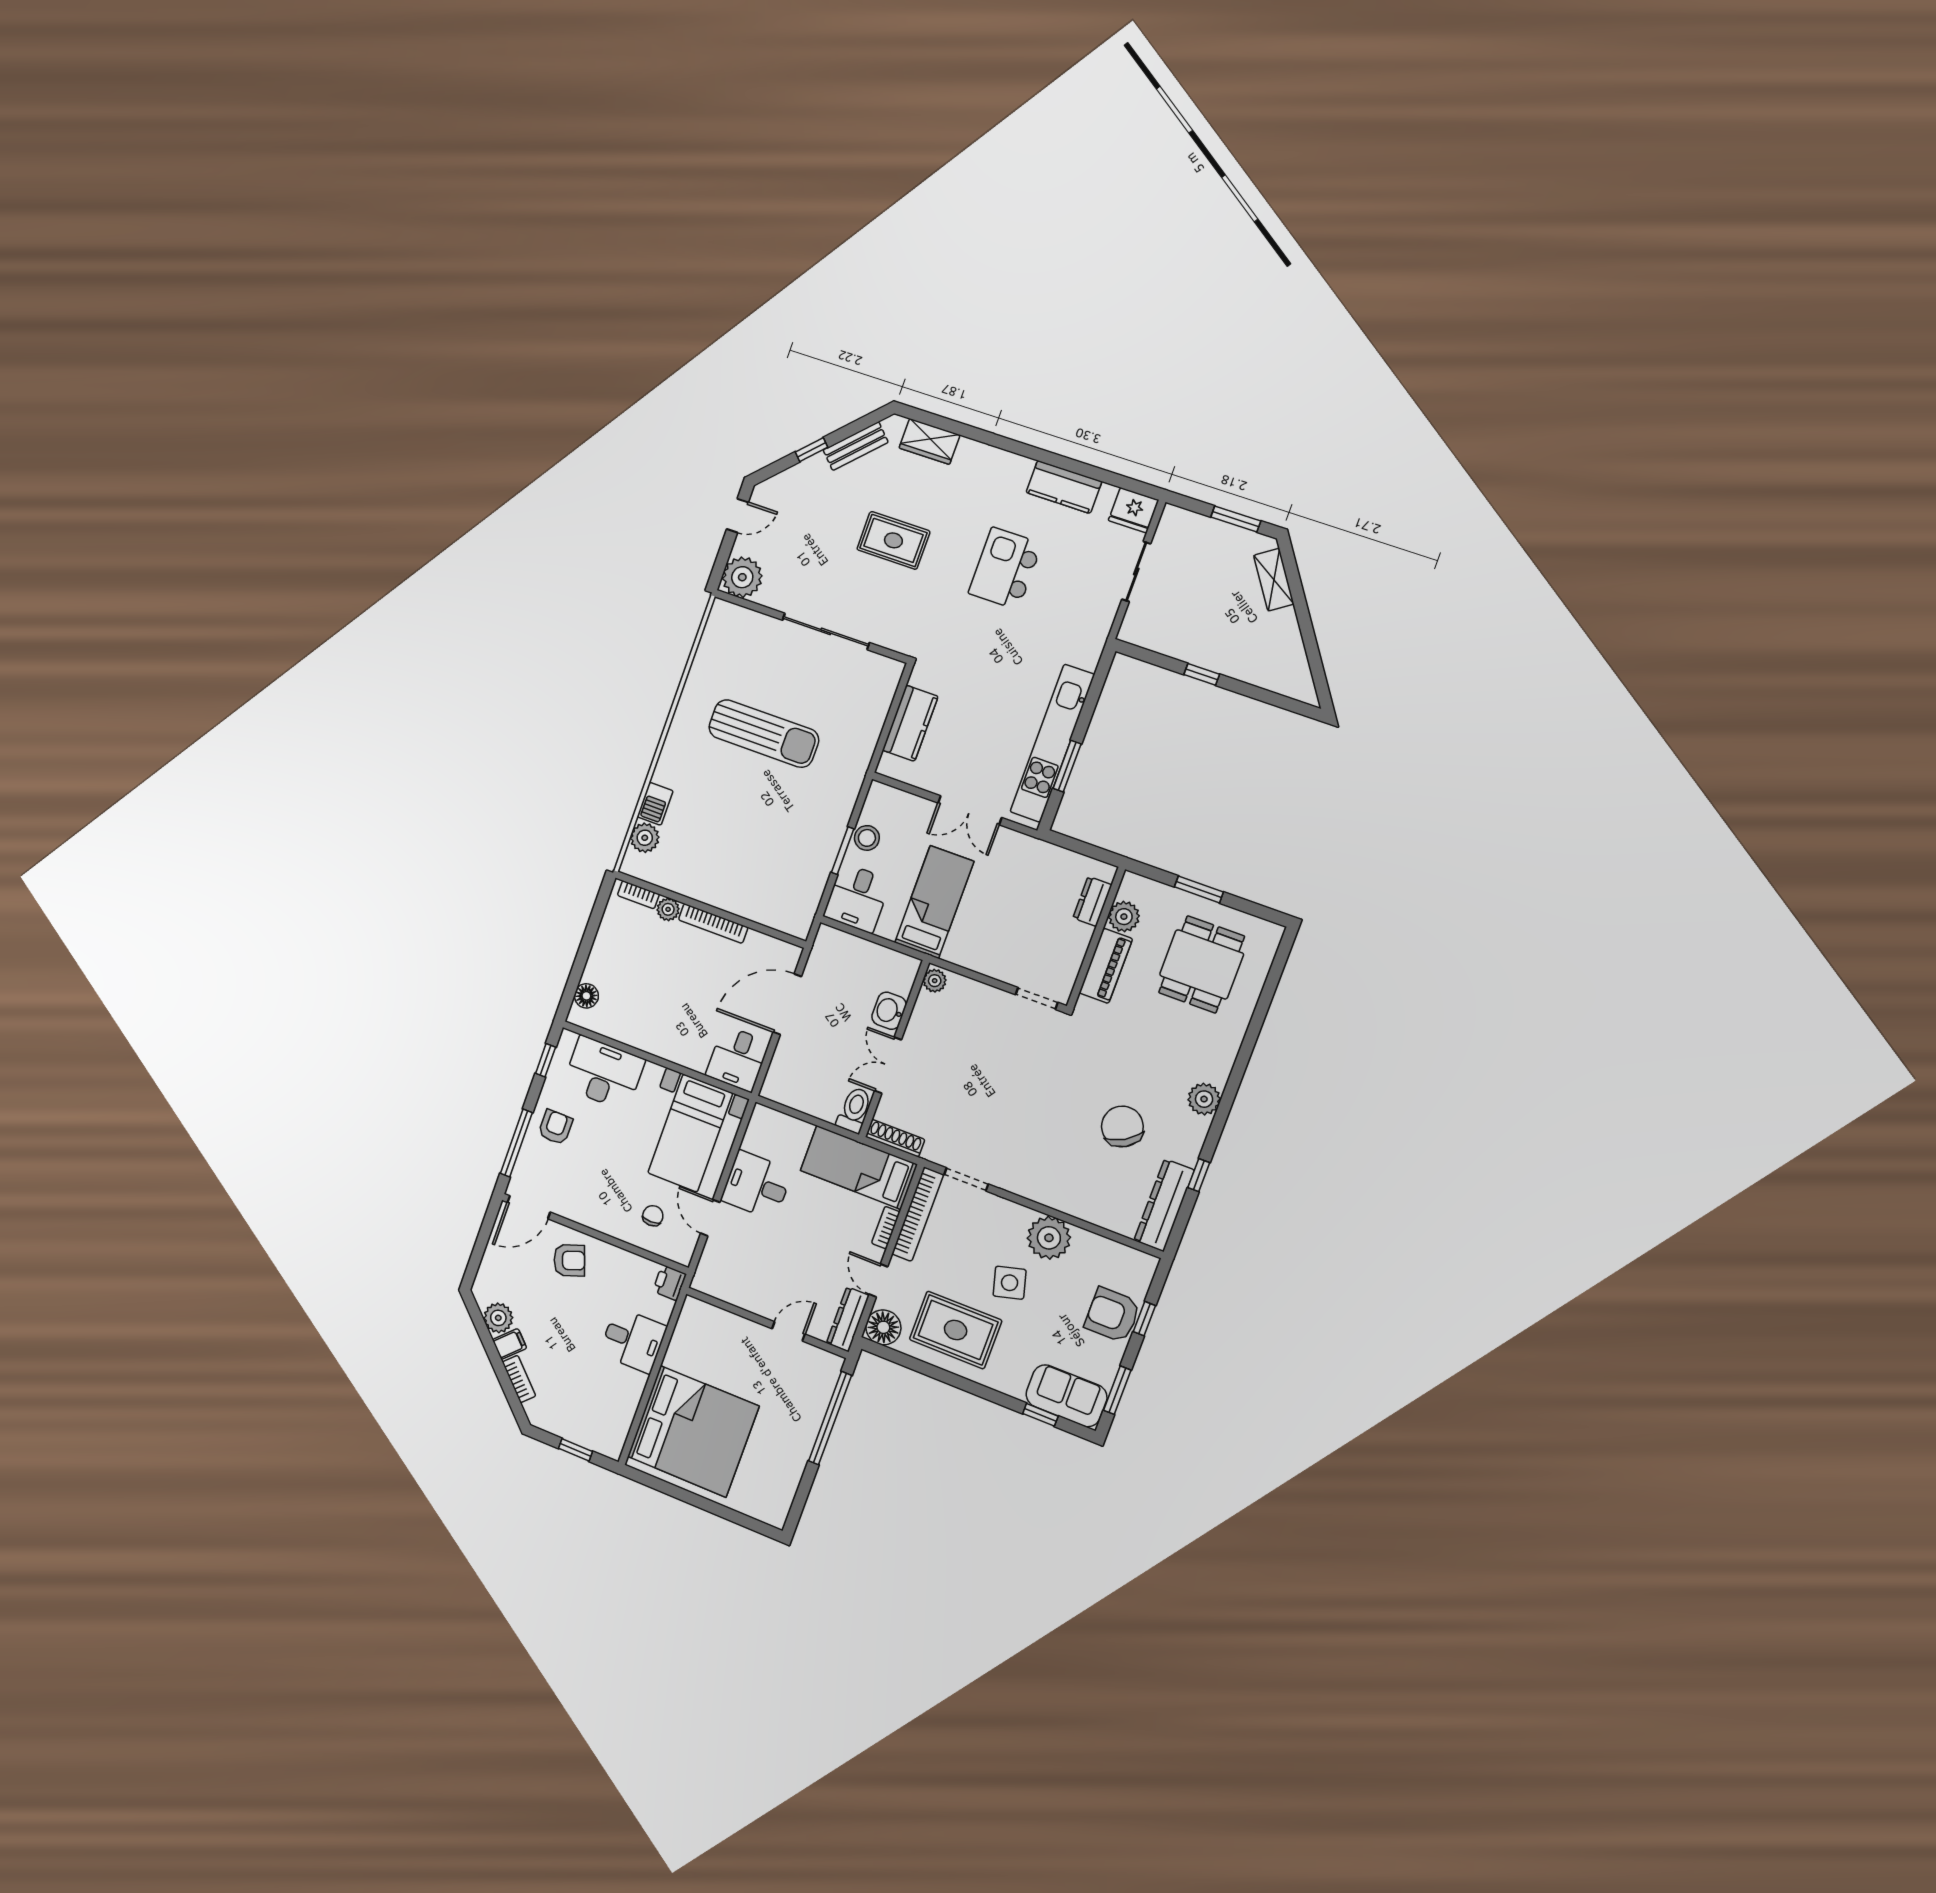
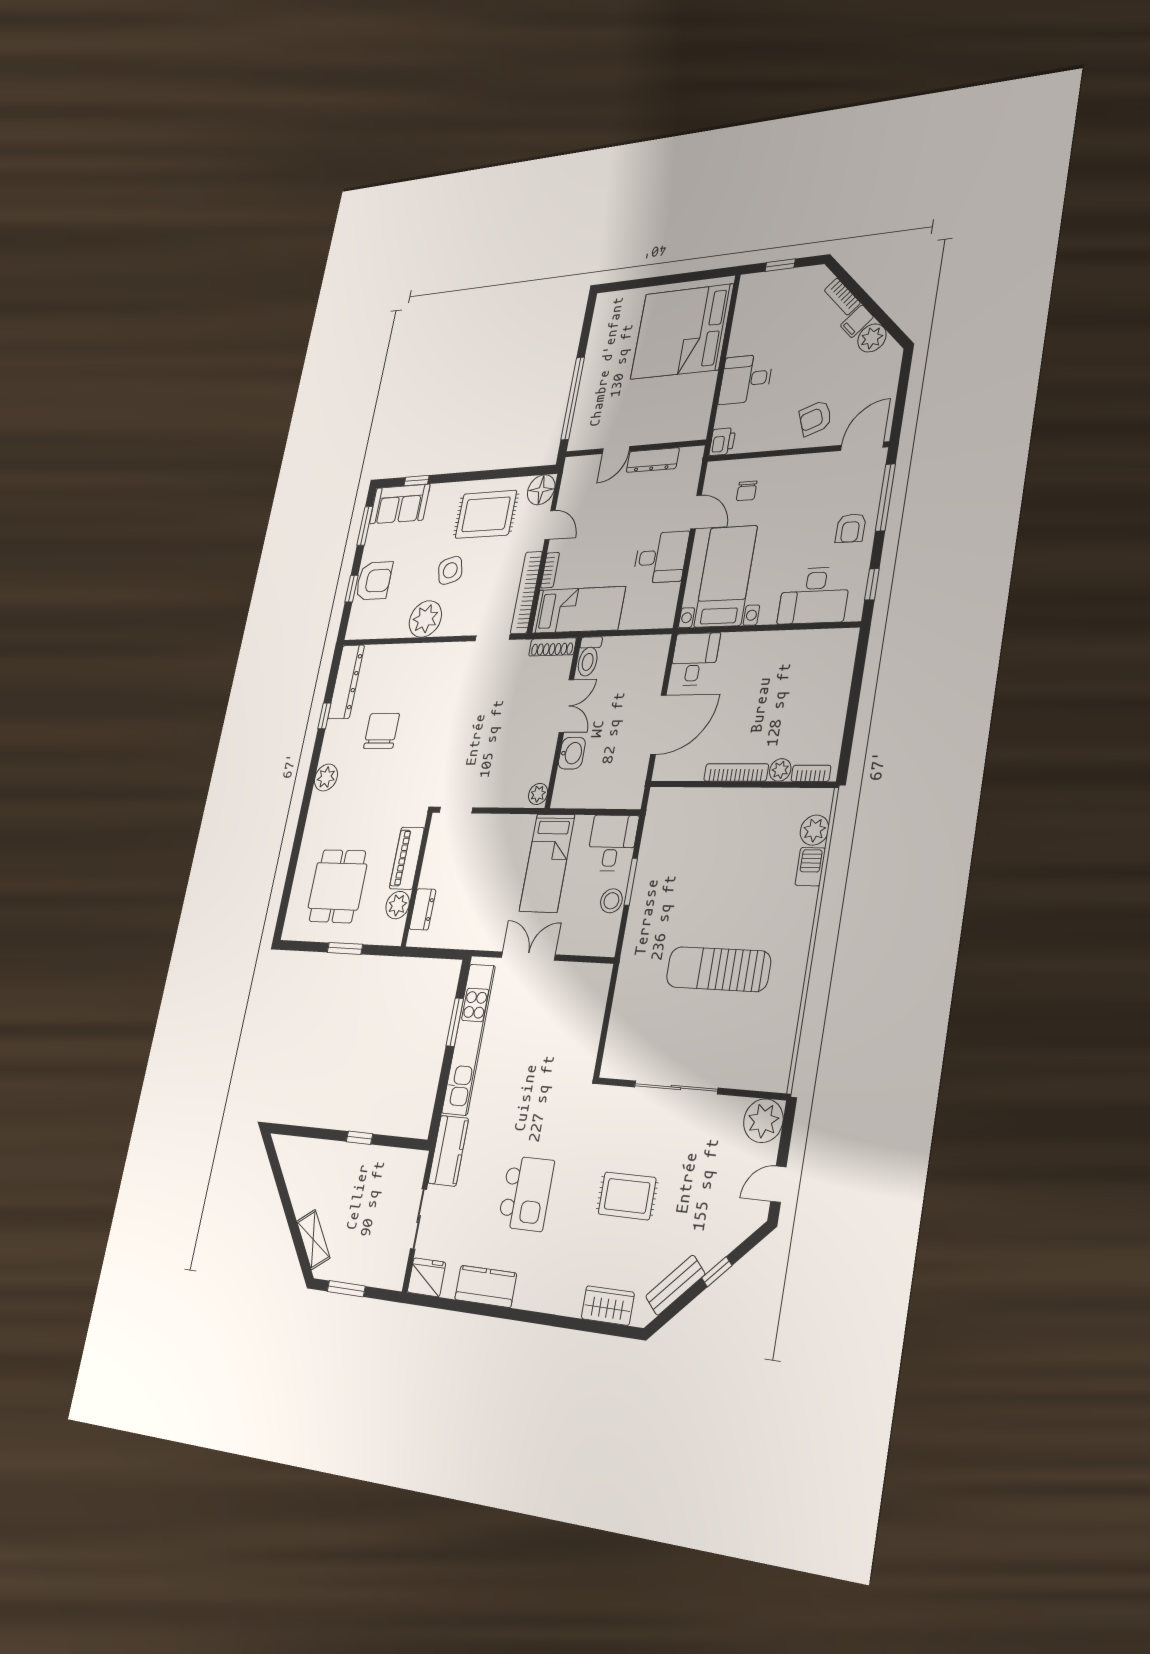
kitchen counter: (910, 723) -> (448, 1151), moved, turned 180
floor lamp: (586, 996) -> (844, 659), removed
chair: (1122, 1127) -> (382, 731), turned -149
dresser: (848, 1319) -> (653, 460), moved, turned 90

